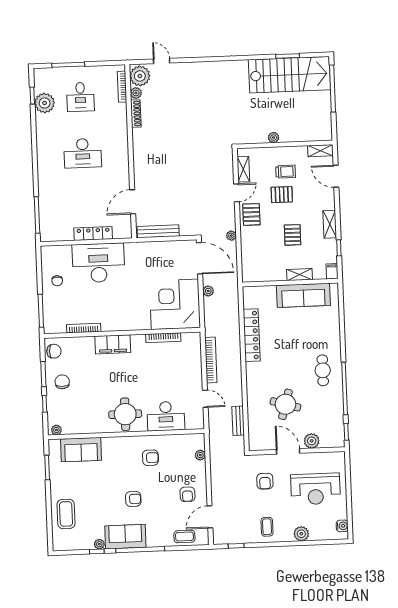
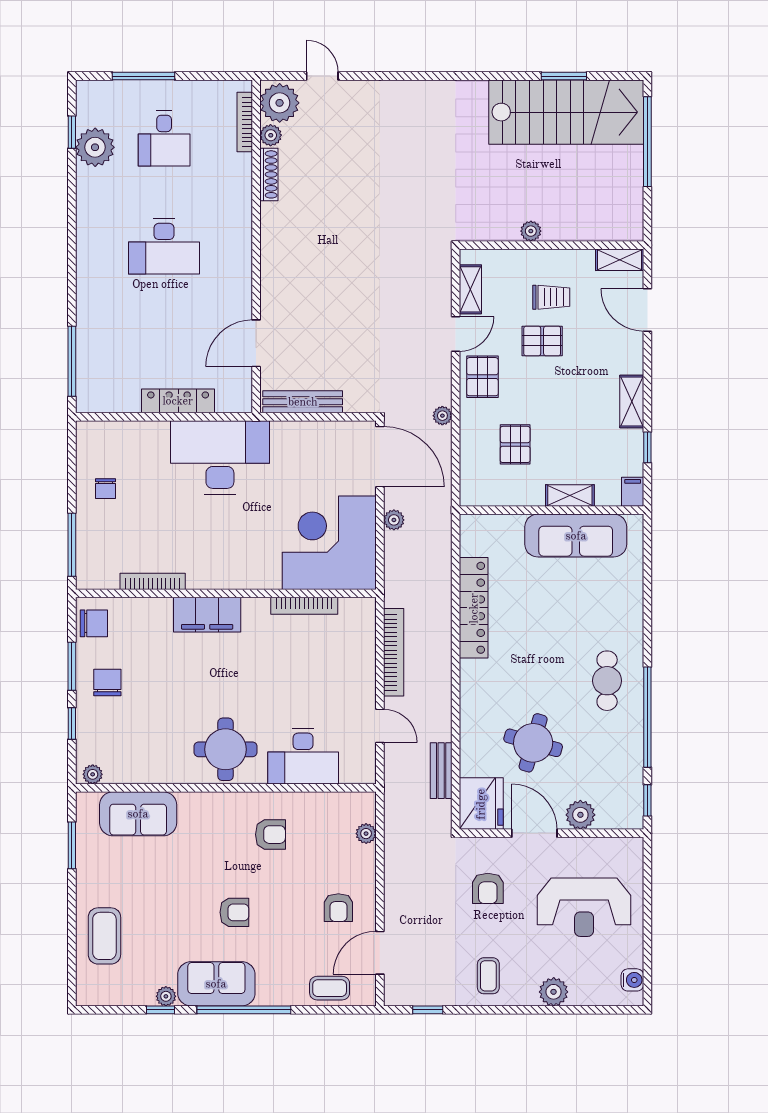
pallet: (293, 235) -> (515, 444), moved
desk: (98, 263) -> (220, 458), moved
fridge: (260, 437) -> (481, 804), added

